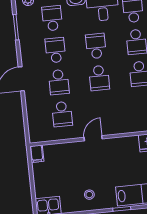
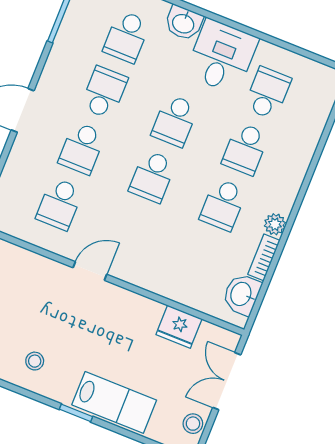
school desk: (52, 18) -> (126, 37), turned 180
school desk: (96, 46) -> (175, 121), turned 180

